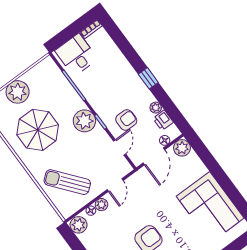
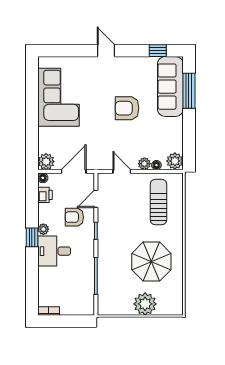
desk: (76, 55) -> (54, 251), moved, turned 90
plant: (156, 108) -> (43, 229), moved
plant: (84, 121) -> (108, 241), removed
floor lamp: (165, 140) -> (43, 178), moved
sun lounger: (67, 182) -> (158, 202), turned -141
door: (115, 185) -> (122, 171), hinge flipped

